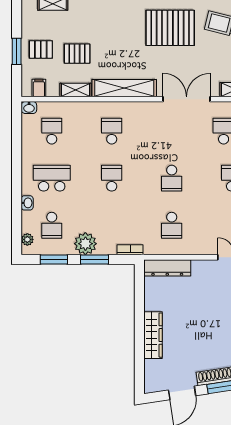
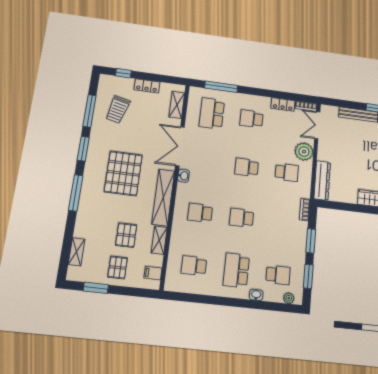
pallet: (170, 28) -> (123, 173), moved
window: (17, 51) -> (96, 288), moved
washbasin: (29, 108) -> (183, 176), moved
school desk: (172, 178) -> (247, 167), turned 180
plant: (85, 244) -> (304, 152), moved

